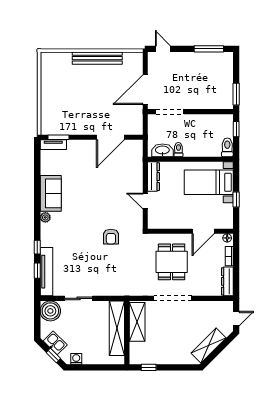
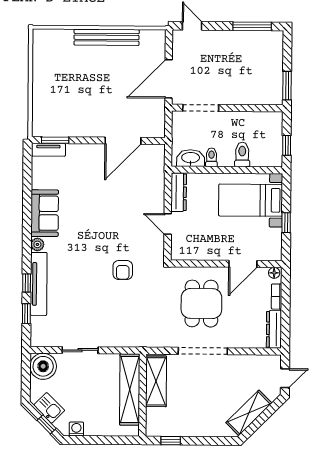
window: (236, 129) -> (287, 145), moved
toilet: (227, 147) -> (242, 155), moved
tv unit: (46, 272) -> (39, 284), moved

